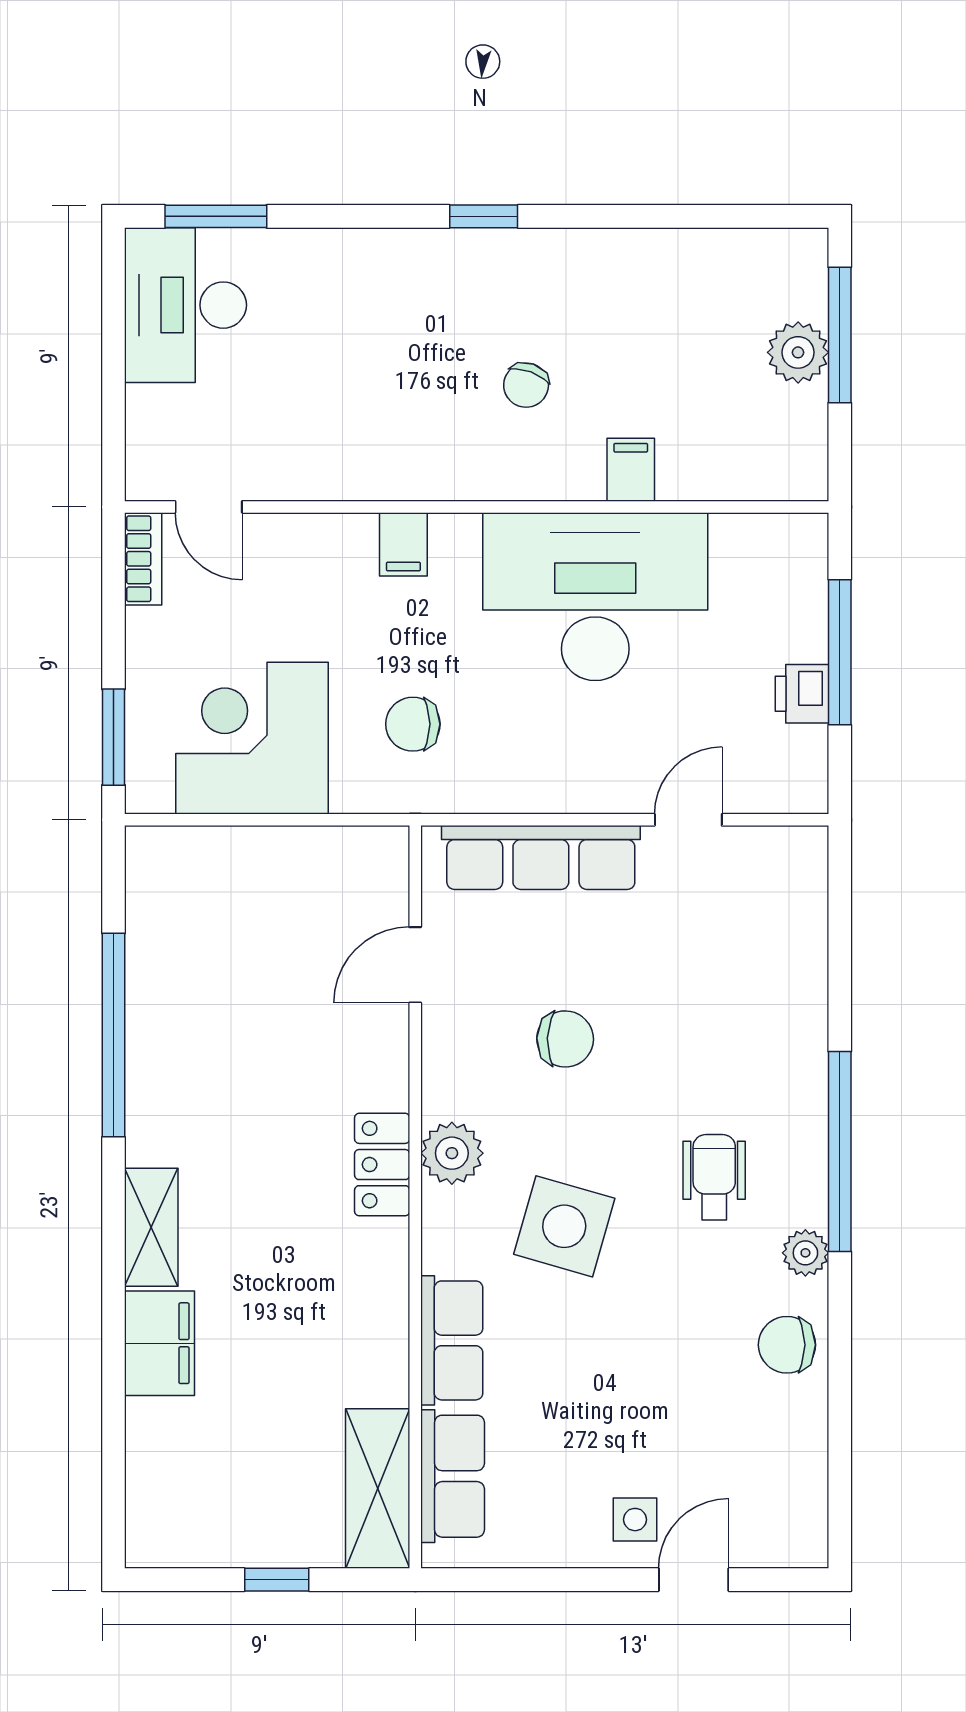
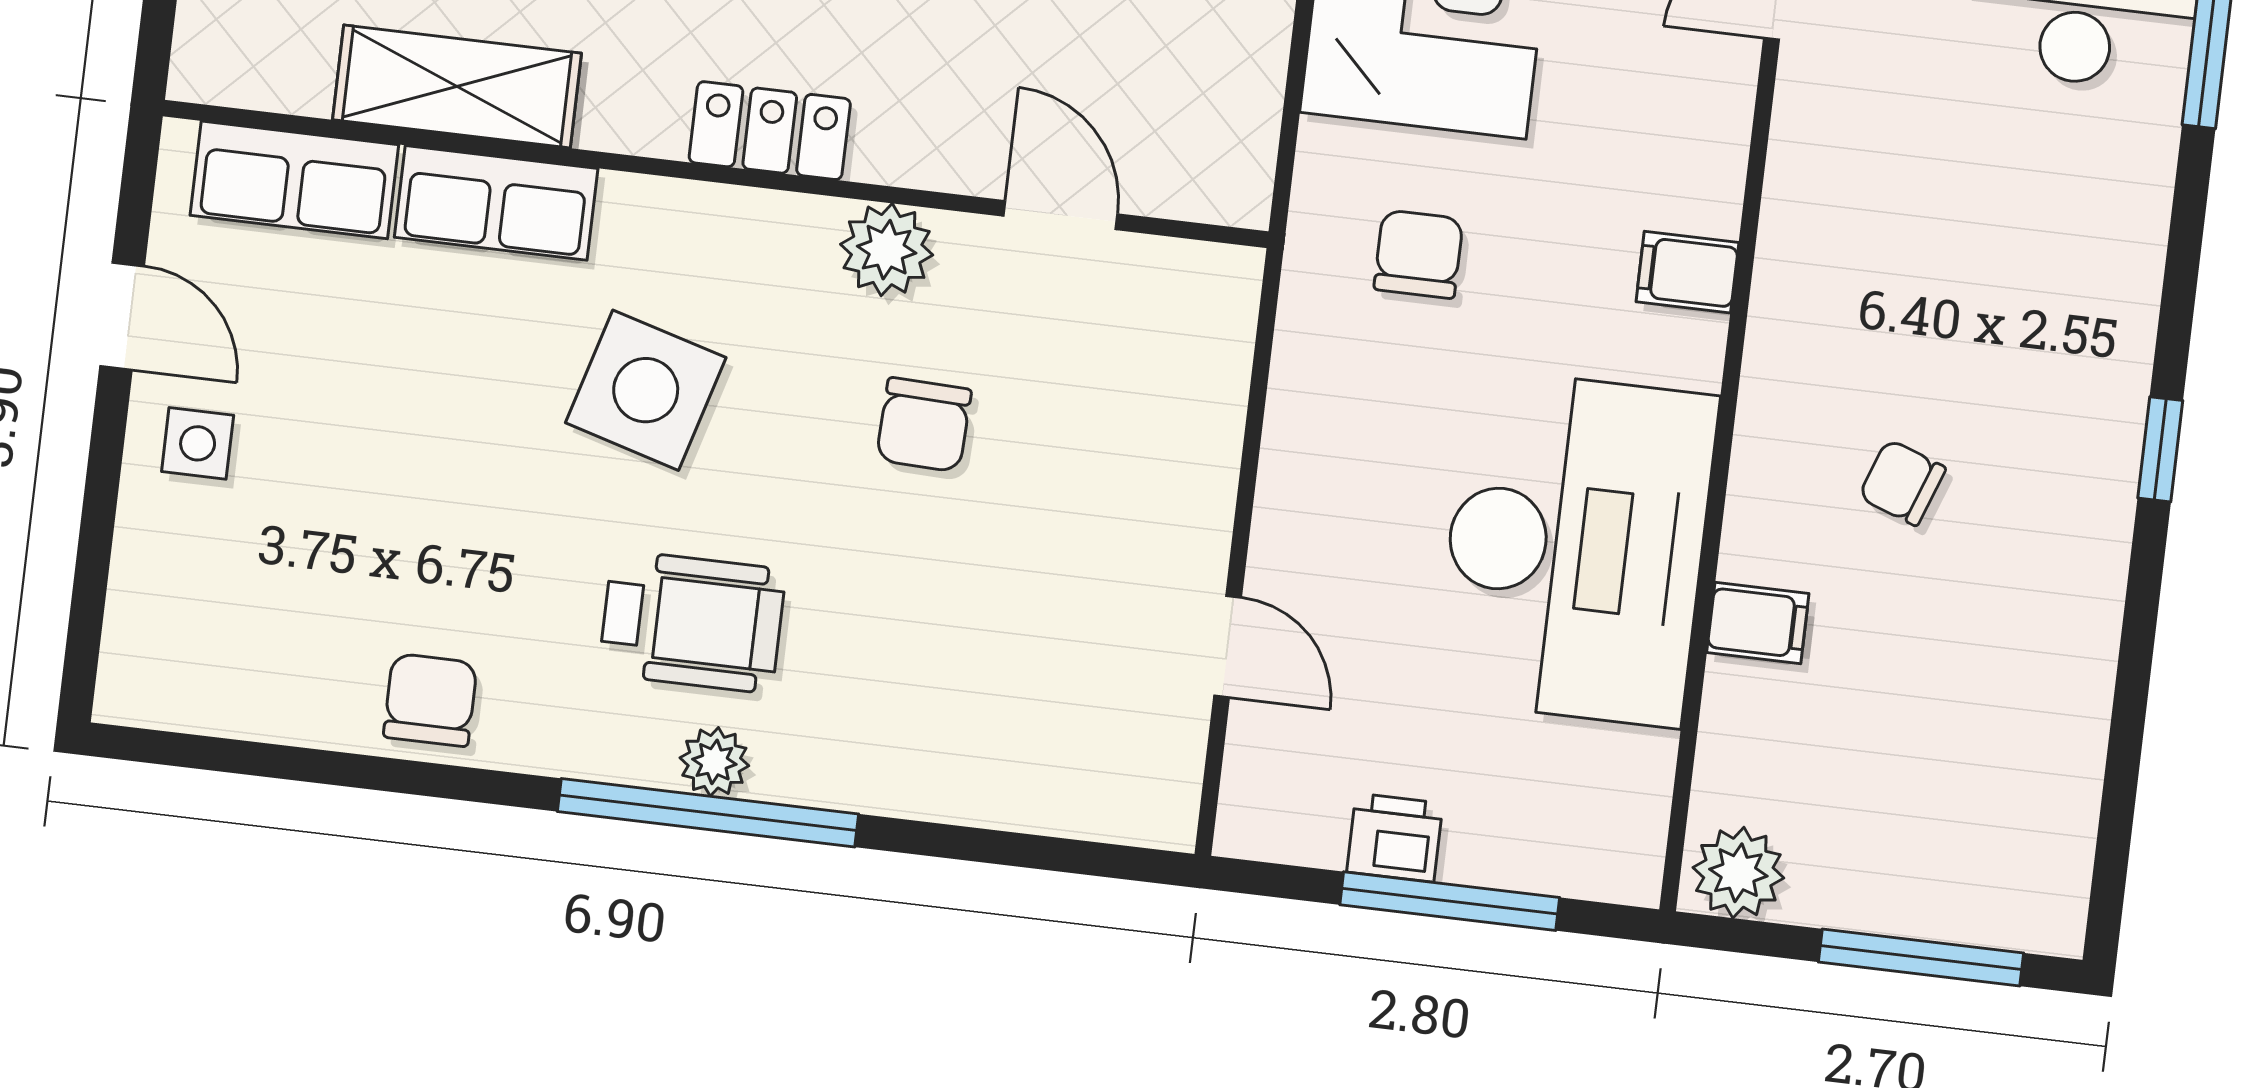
plant: (798, 352) -> (1738, 873), moved
row of seats: (541, 857) -> (1198, 421), removed
plant: (452, 1153) -> (887, 250), moved
wheelchair: (714, 1177) -> (692, 622), width x1.36, depth x1.37
plant: (805, 1253) -> (714, 762), moved
shelving: (378, 1489) -> (457, 86), moved
door: (694, 1580) -> (122, 316), moved

